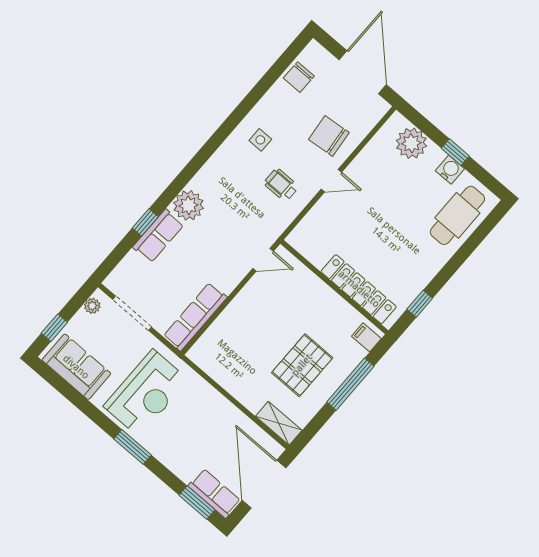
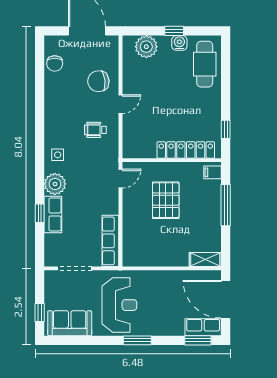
side table: (260, 140) -> (58, 155), moved
plant: (92, 306) -> (50, 283), removed
pallet: (302, 365) -> (166, 200), moved

